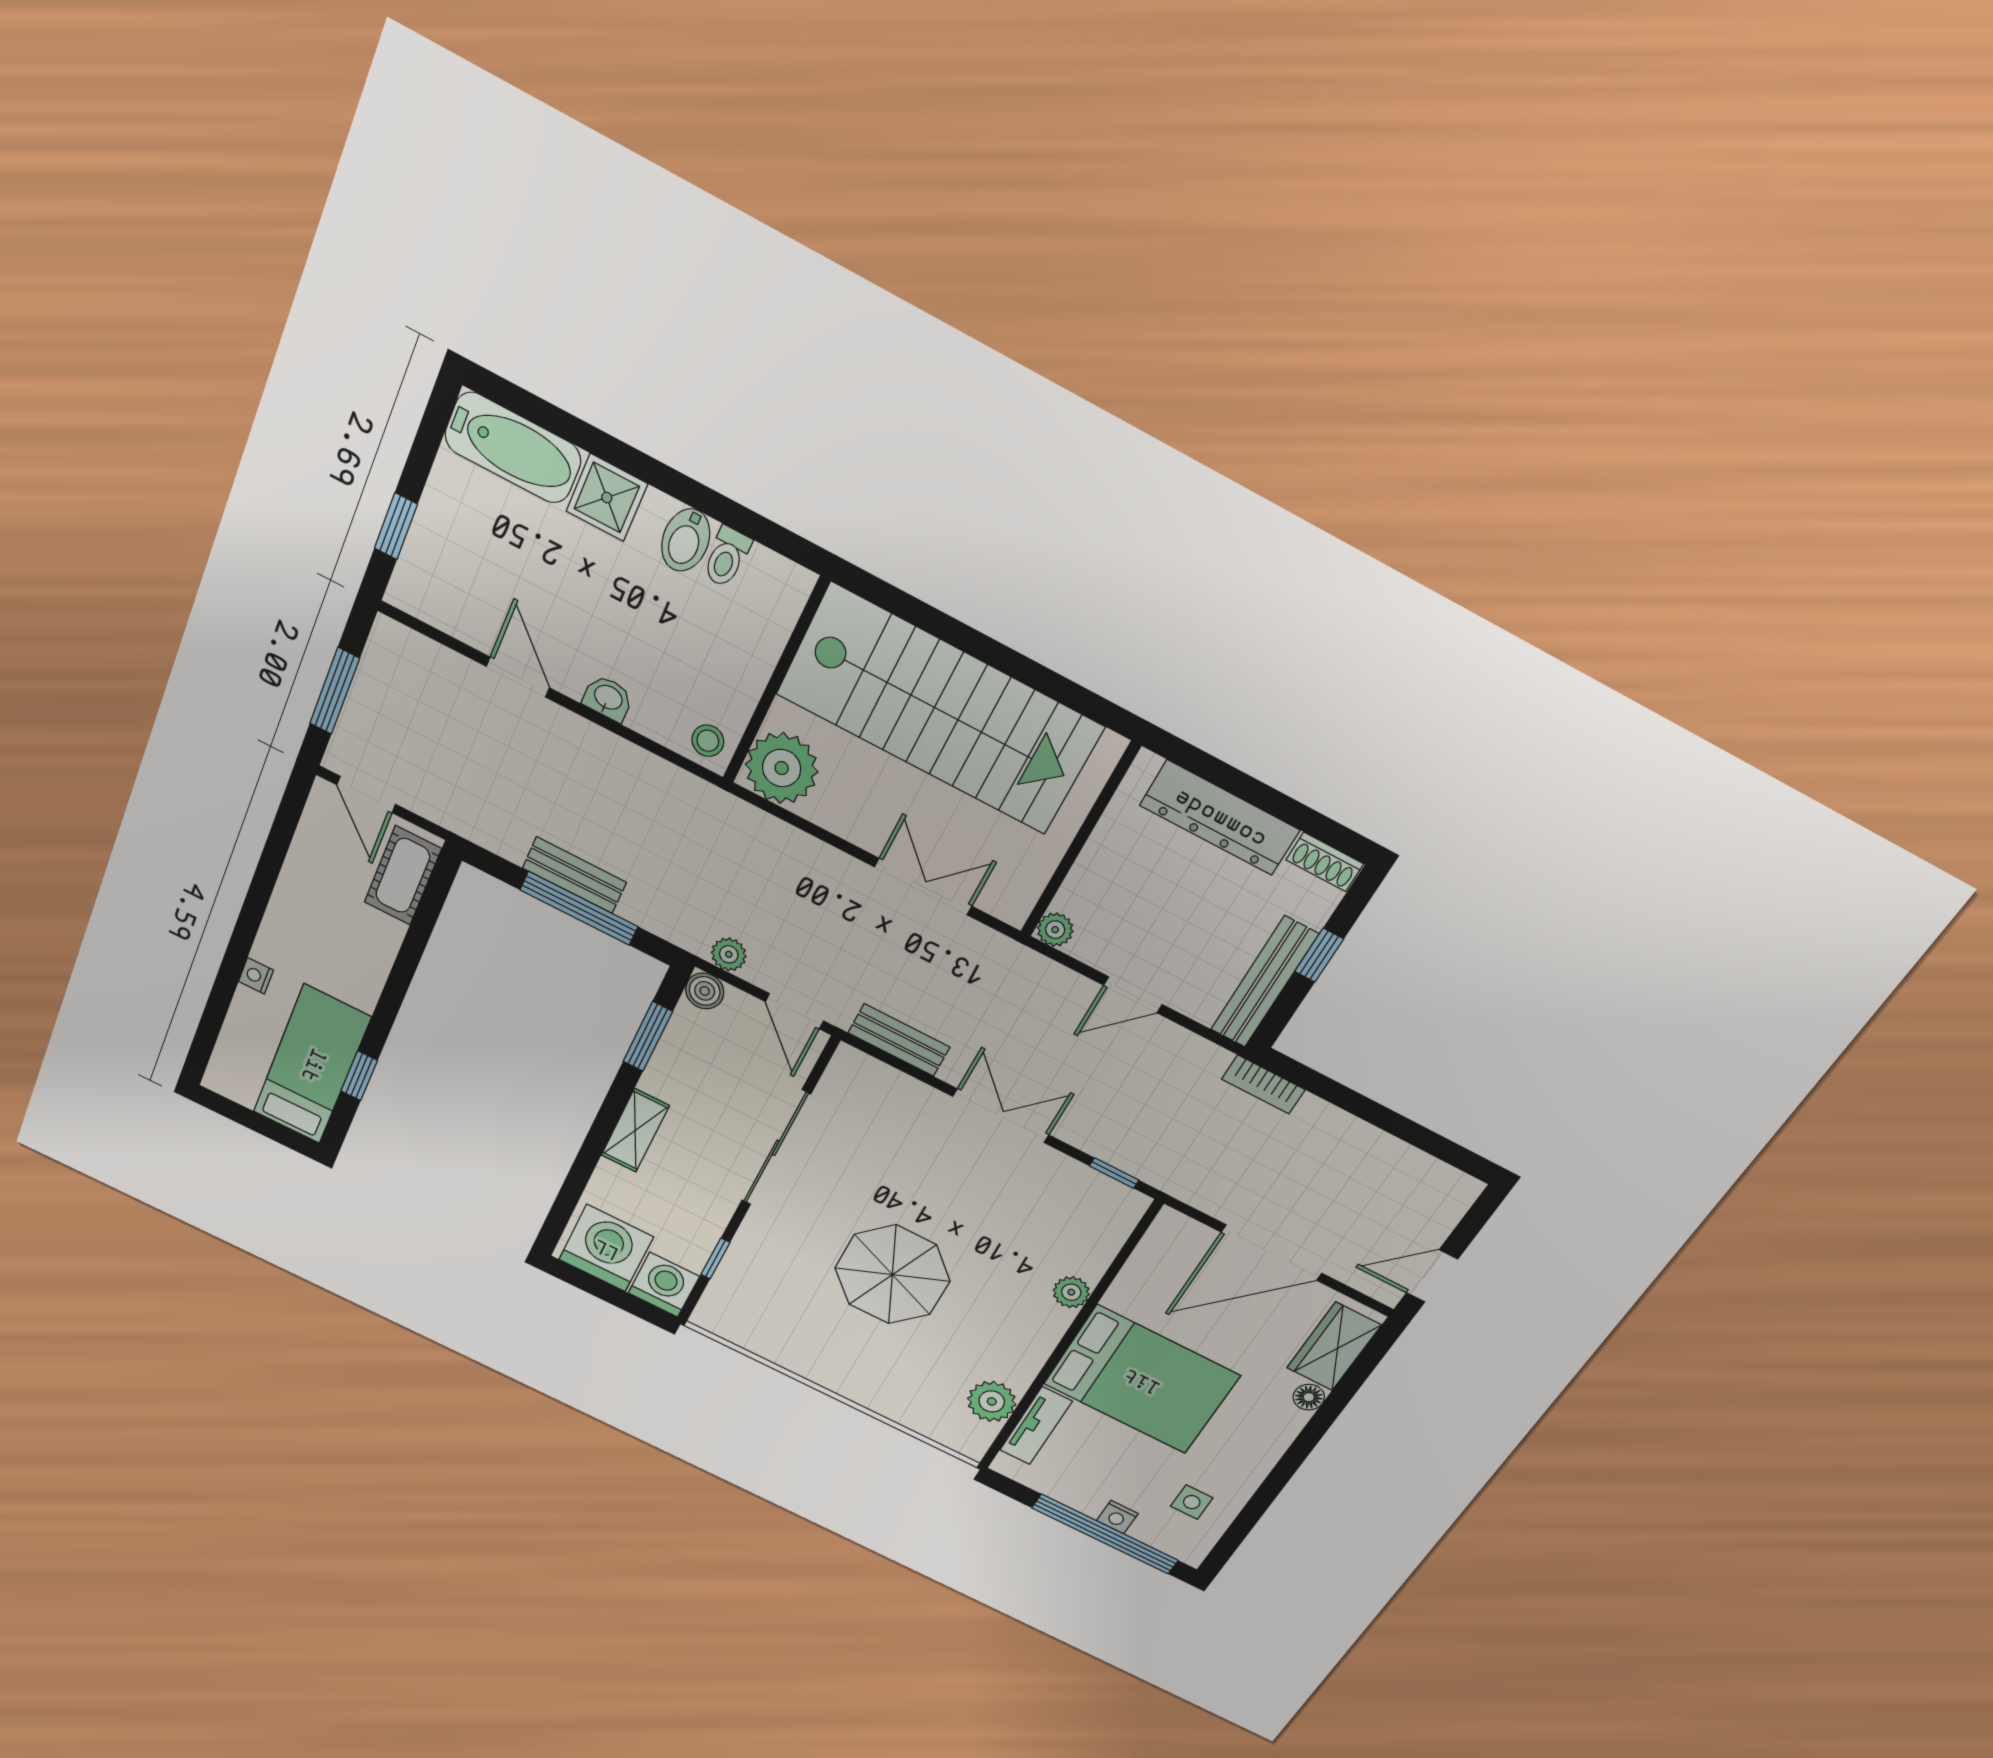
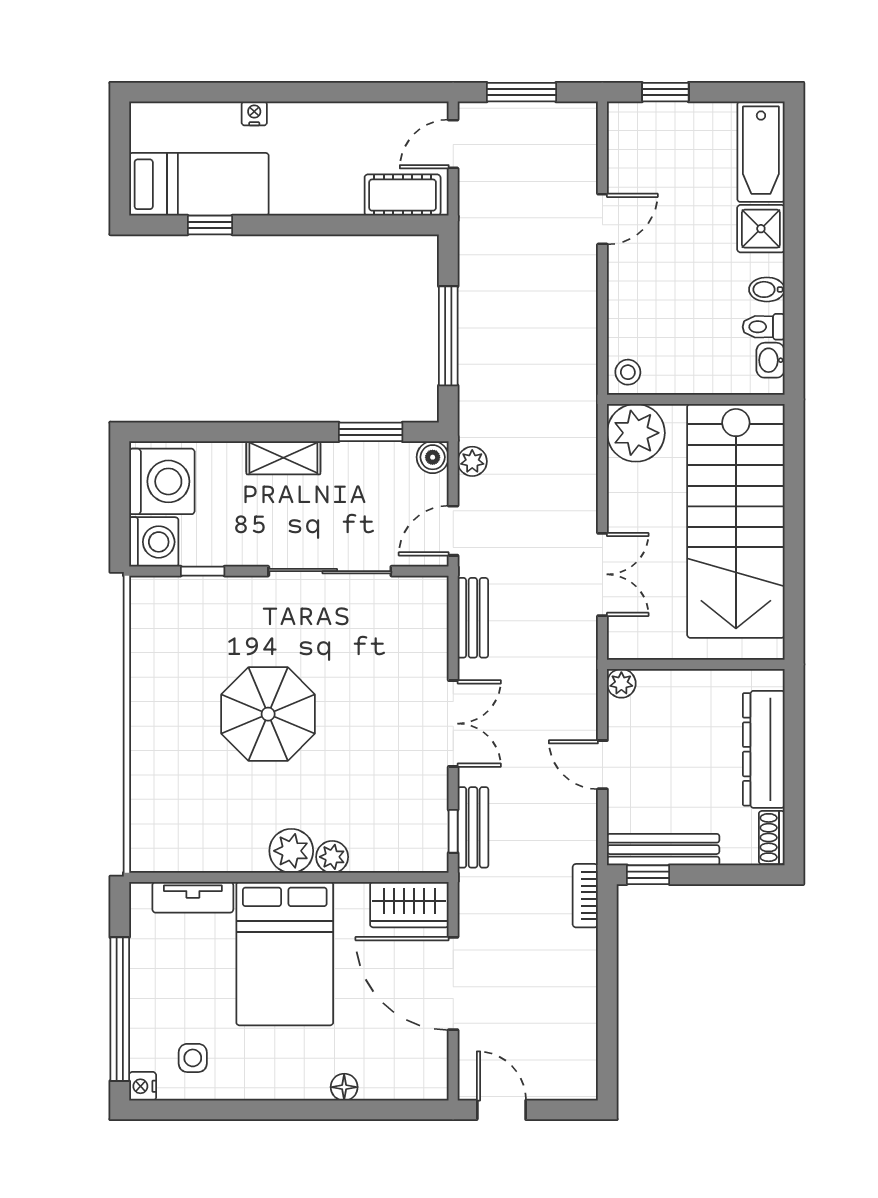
bidet: (686, 540) -> (767, 289), width x0.72, depth x0.74
washbasin: (608, 698) -> (771, 360), moved, turned 180
bench: (574, 875) -> (473, 827), moved
window: (1319, 955) -> (648, 875), moved
wardrobe: (1334, 1346) -> (409, 905), moved, turned 180
plant: (992, 1401) -> (291, 851), moved
nightstand: (1117, 1517) -> (143, 1086), moved

